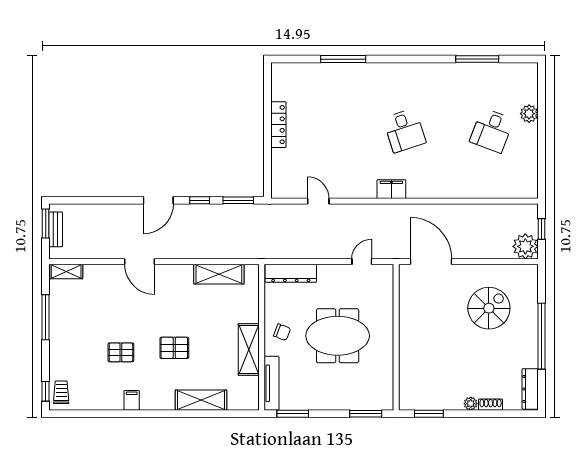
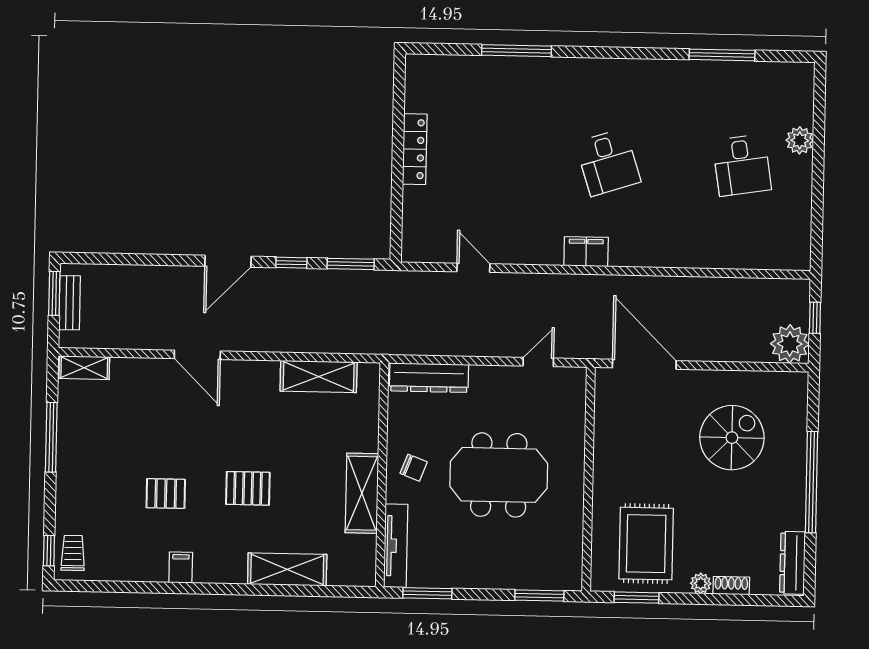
desk: (492, 130) -> (742, 165), turned -30
rug: (435, 378) -> (646, 544), added

